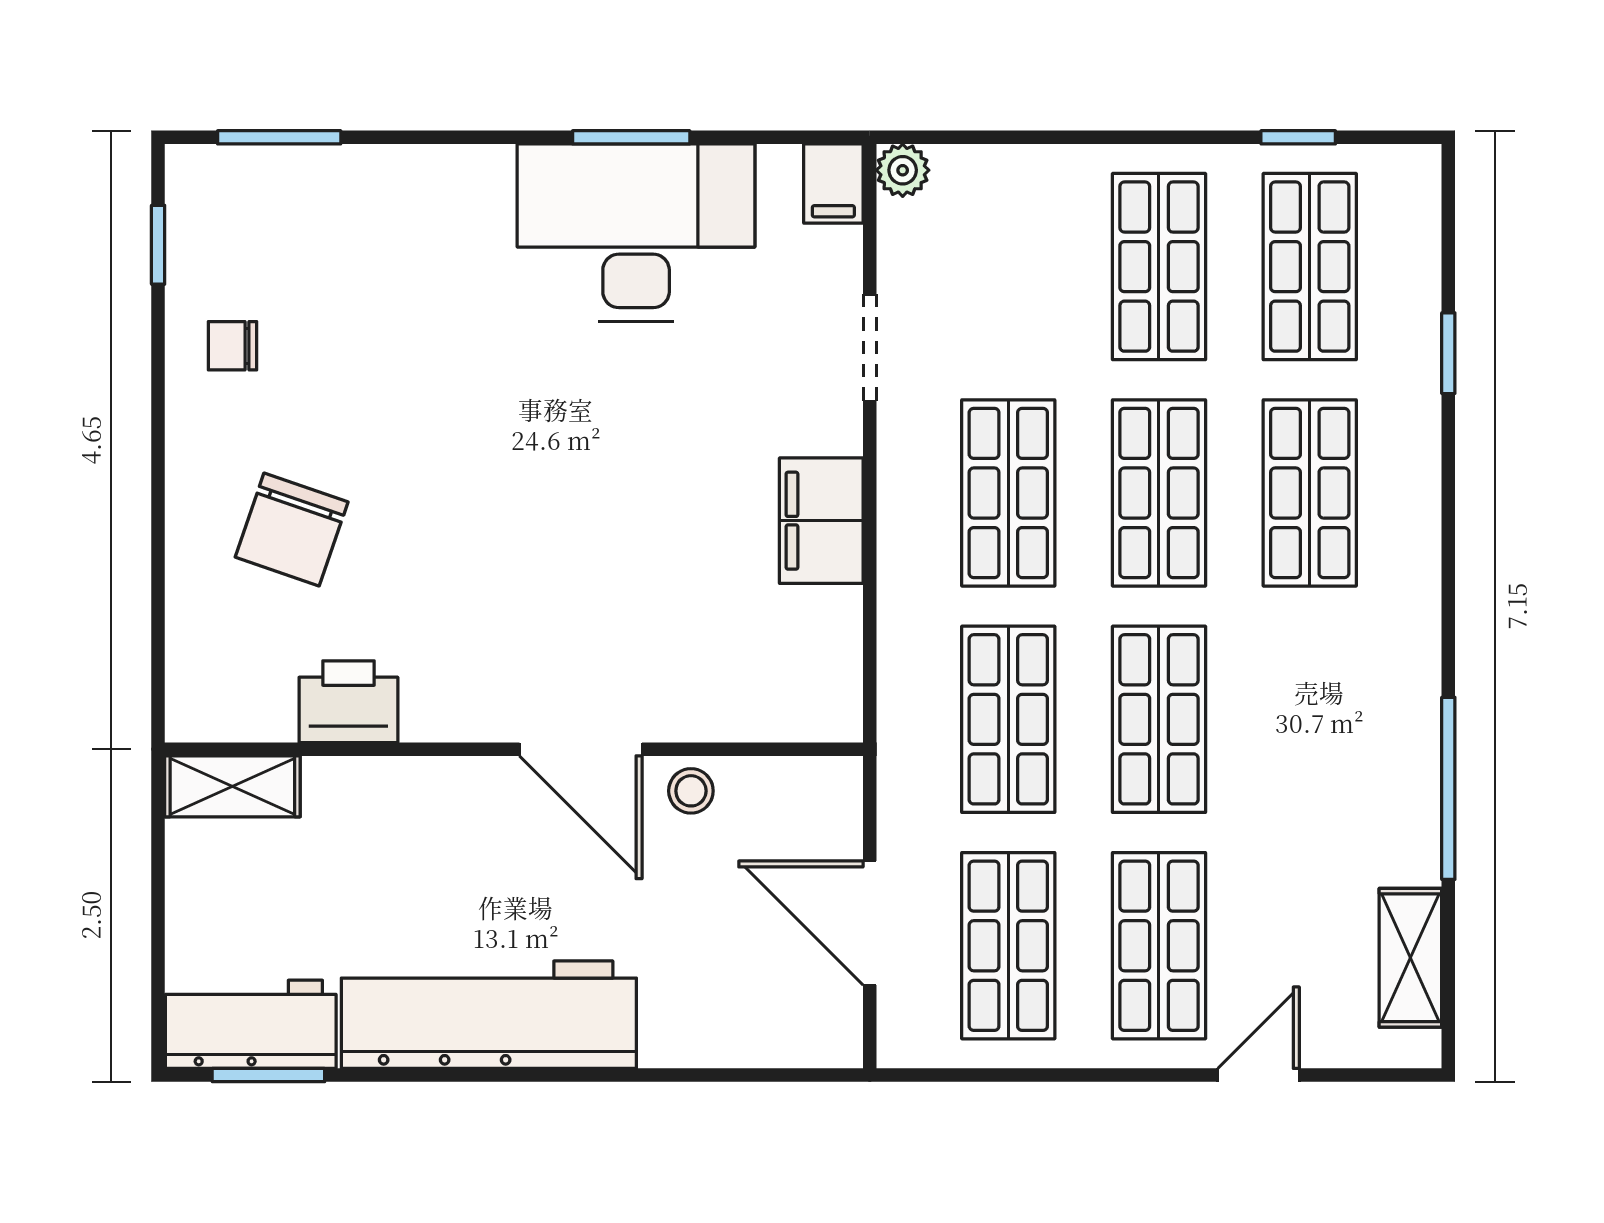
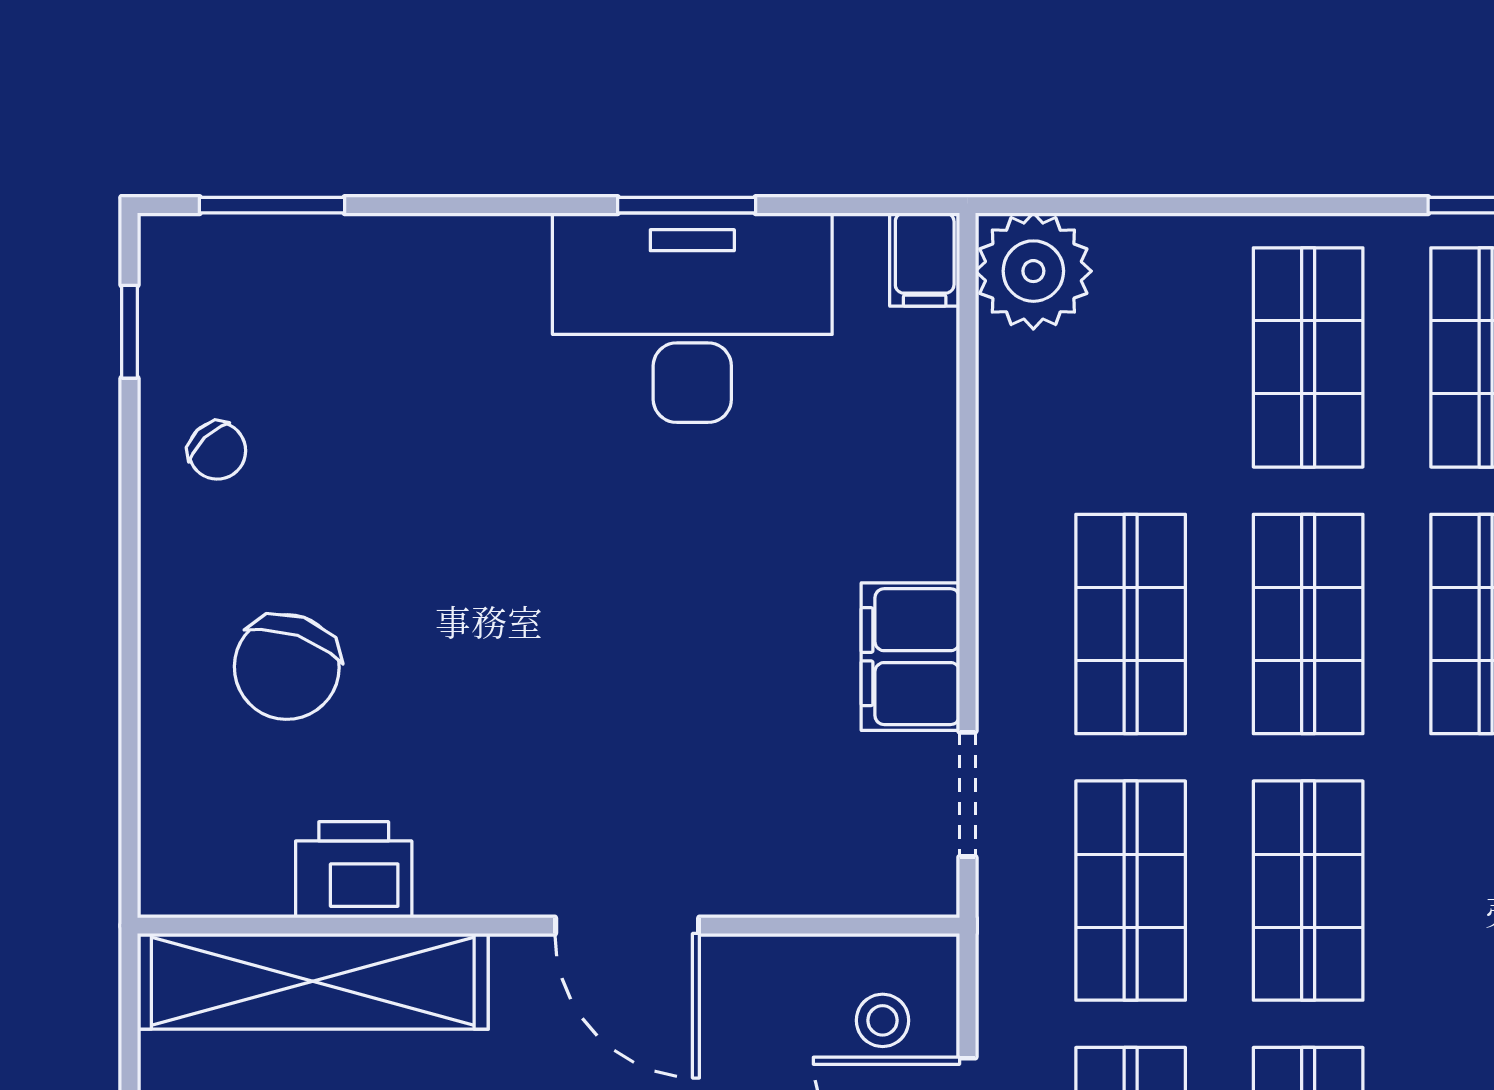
plant: (903, 170) -> (1033, 271), width x1.87, depth x1.87
chair: (232, 346) -> (217, 451), turned -134
doorway: (870, 348) -> (967, 794), moved
shelving: (232, 786) -> (313, 981), width x2.20, depth x1.33
stool: (691, 791) -> (883, 1020), moved

